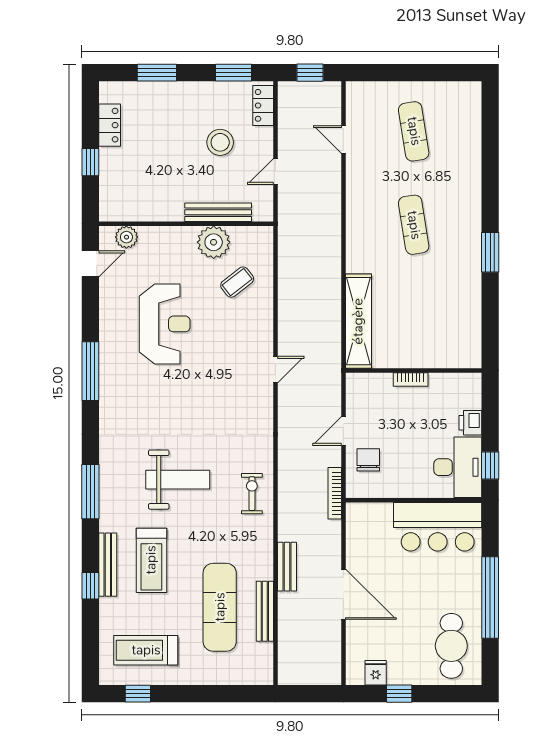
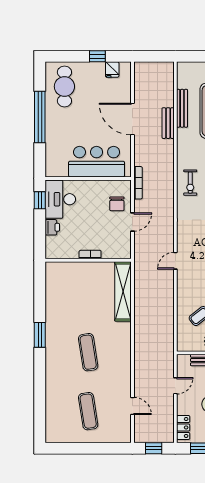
bar counter: (438, 527) -> (97, 162), moved
bench: (287, 567) -> (168, 123), moved

